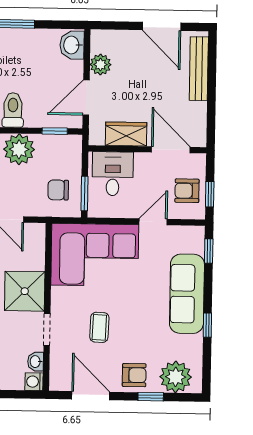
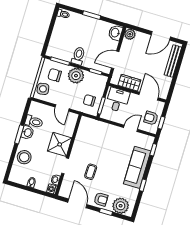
door: (162, 26) -> (161, 36), hinge flipped
plant: (100, 65) -> (130, 34), moved
corner sofa: (95, 255) -> (98, 136), removed

